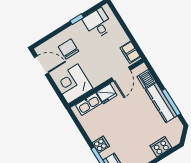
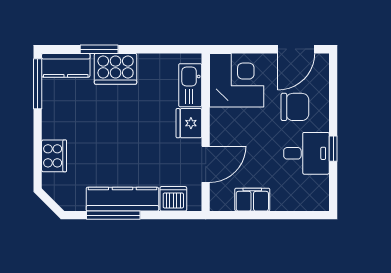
desk: (98, 23) -> (306, 153), moved
filing cabinet: (130, 52) -> (252, 200), moved
door: (121, 74) -> (206, 164), swing flipped
cooker: (101, 145) -> (116, 69), width x1.87, depth x1.31

